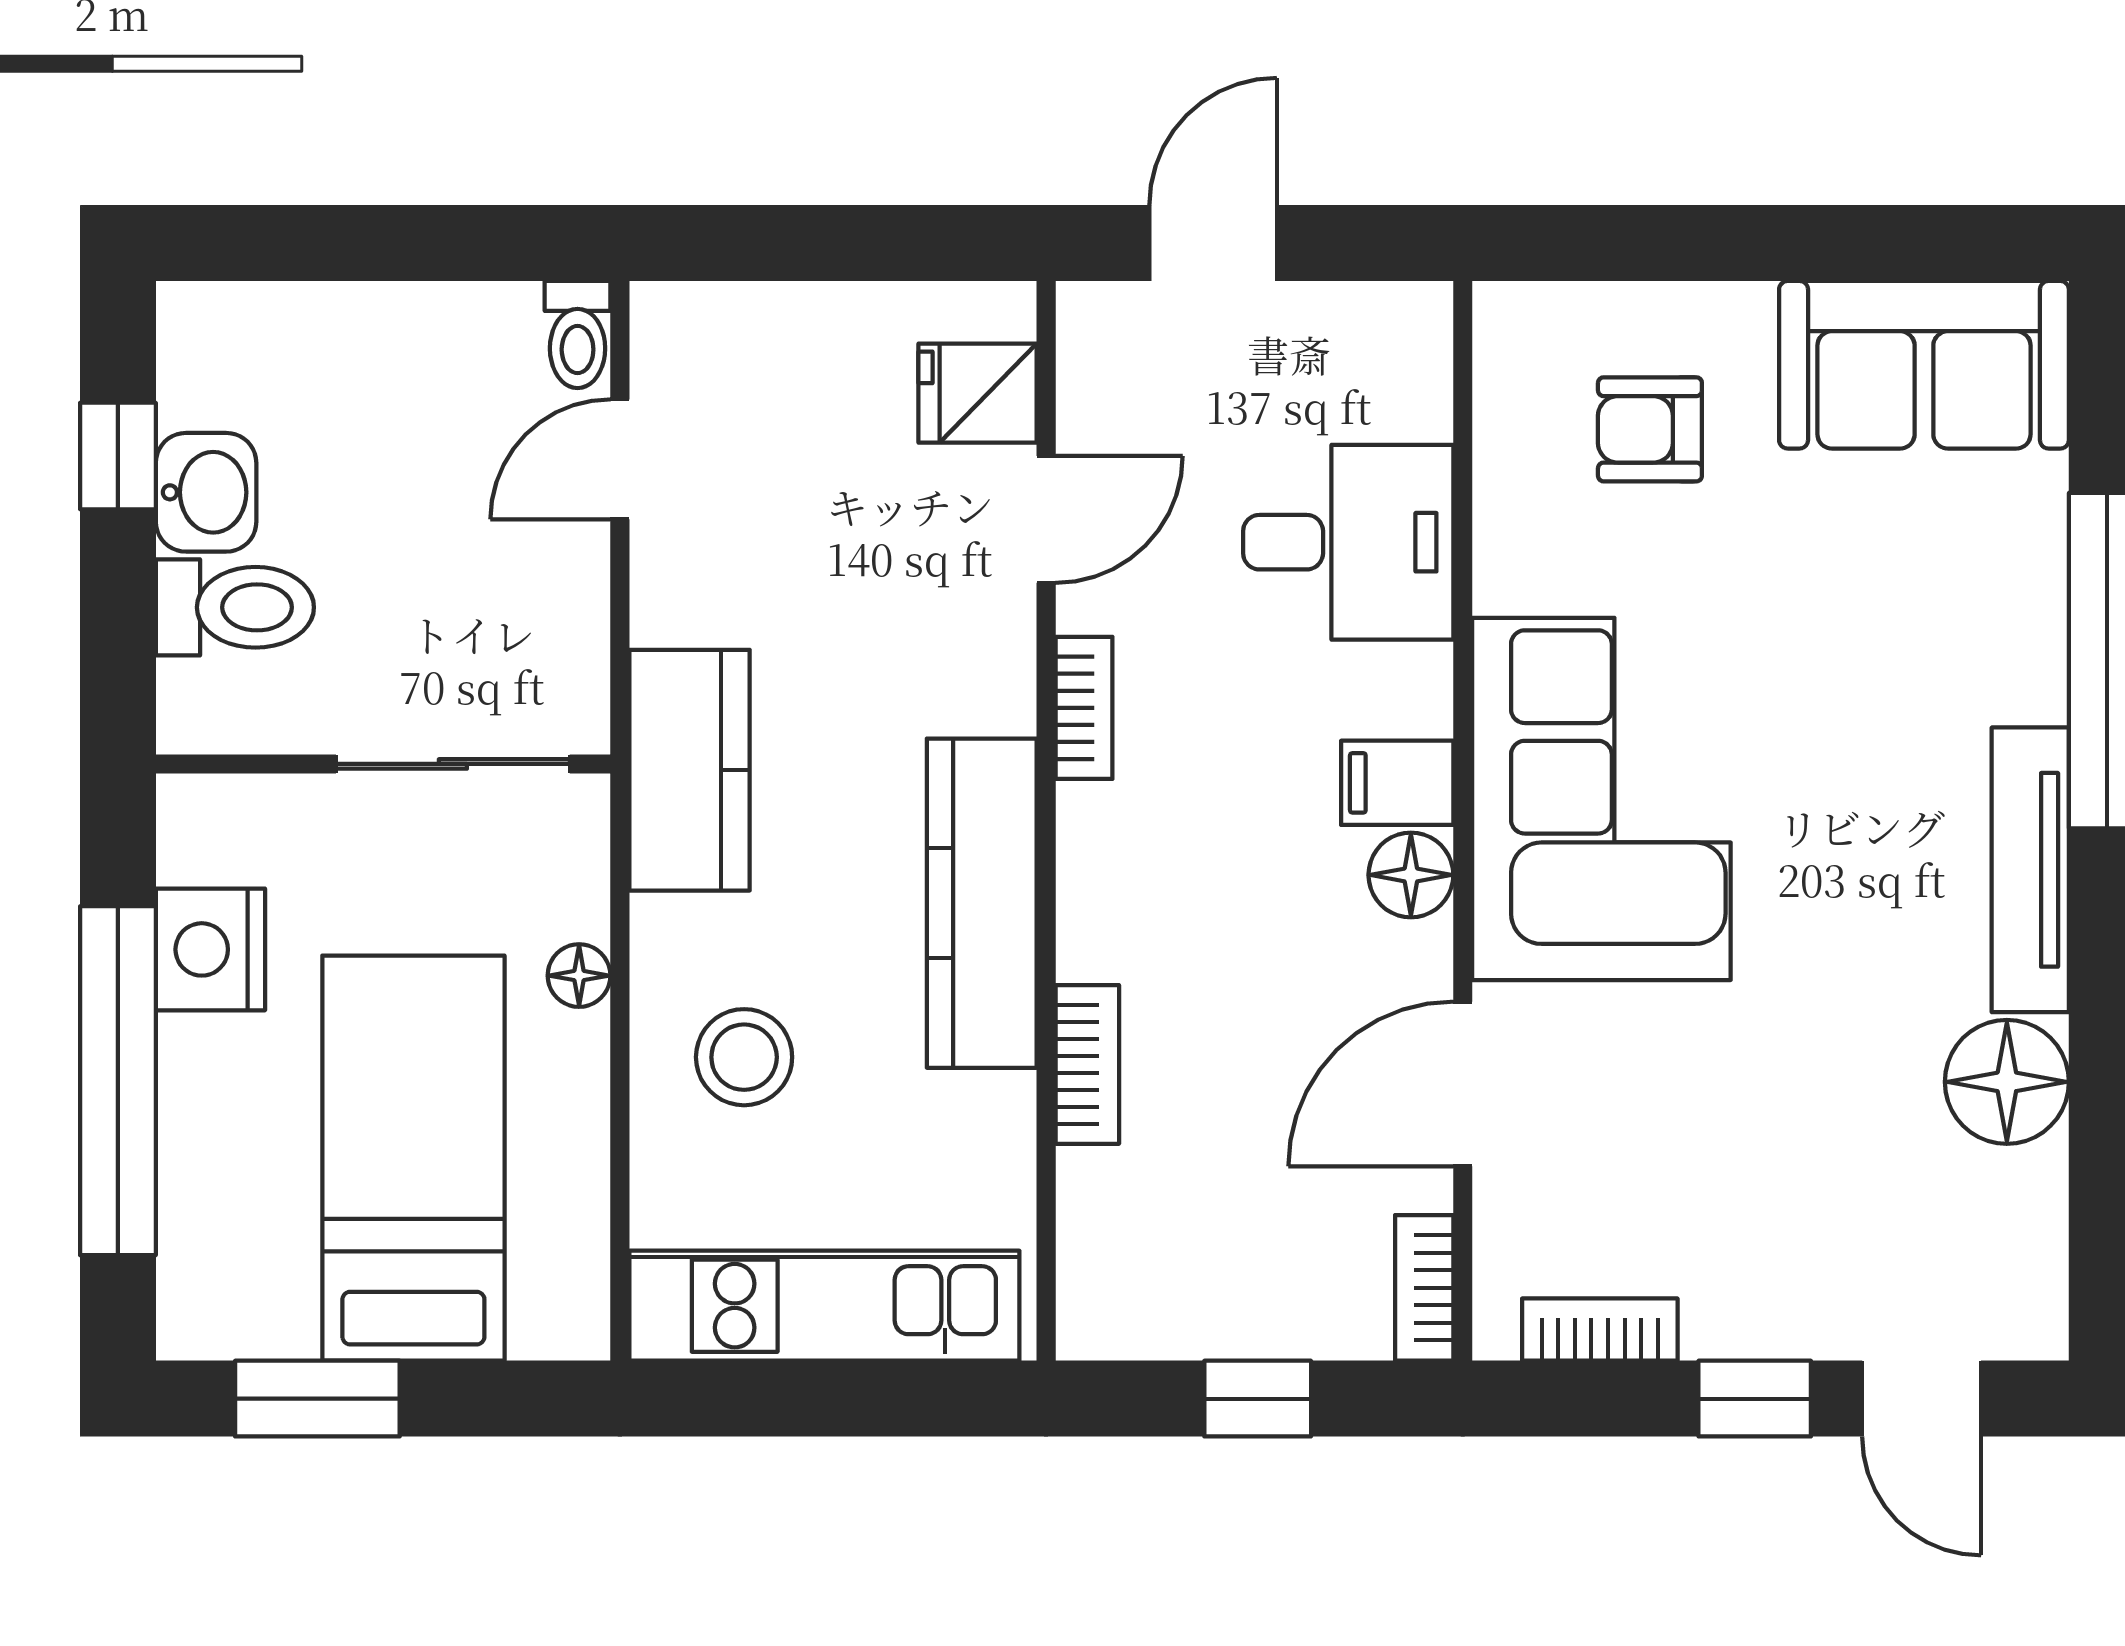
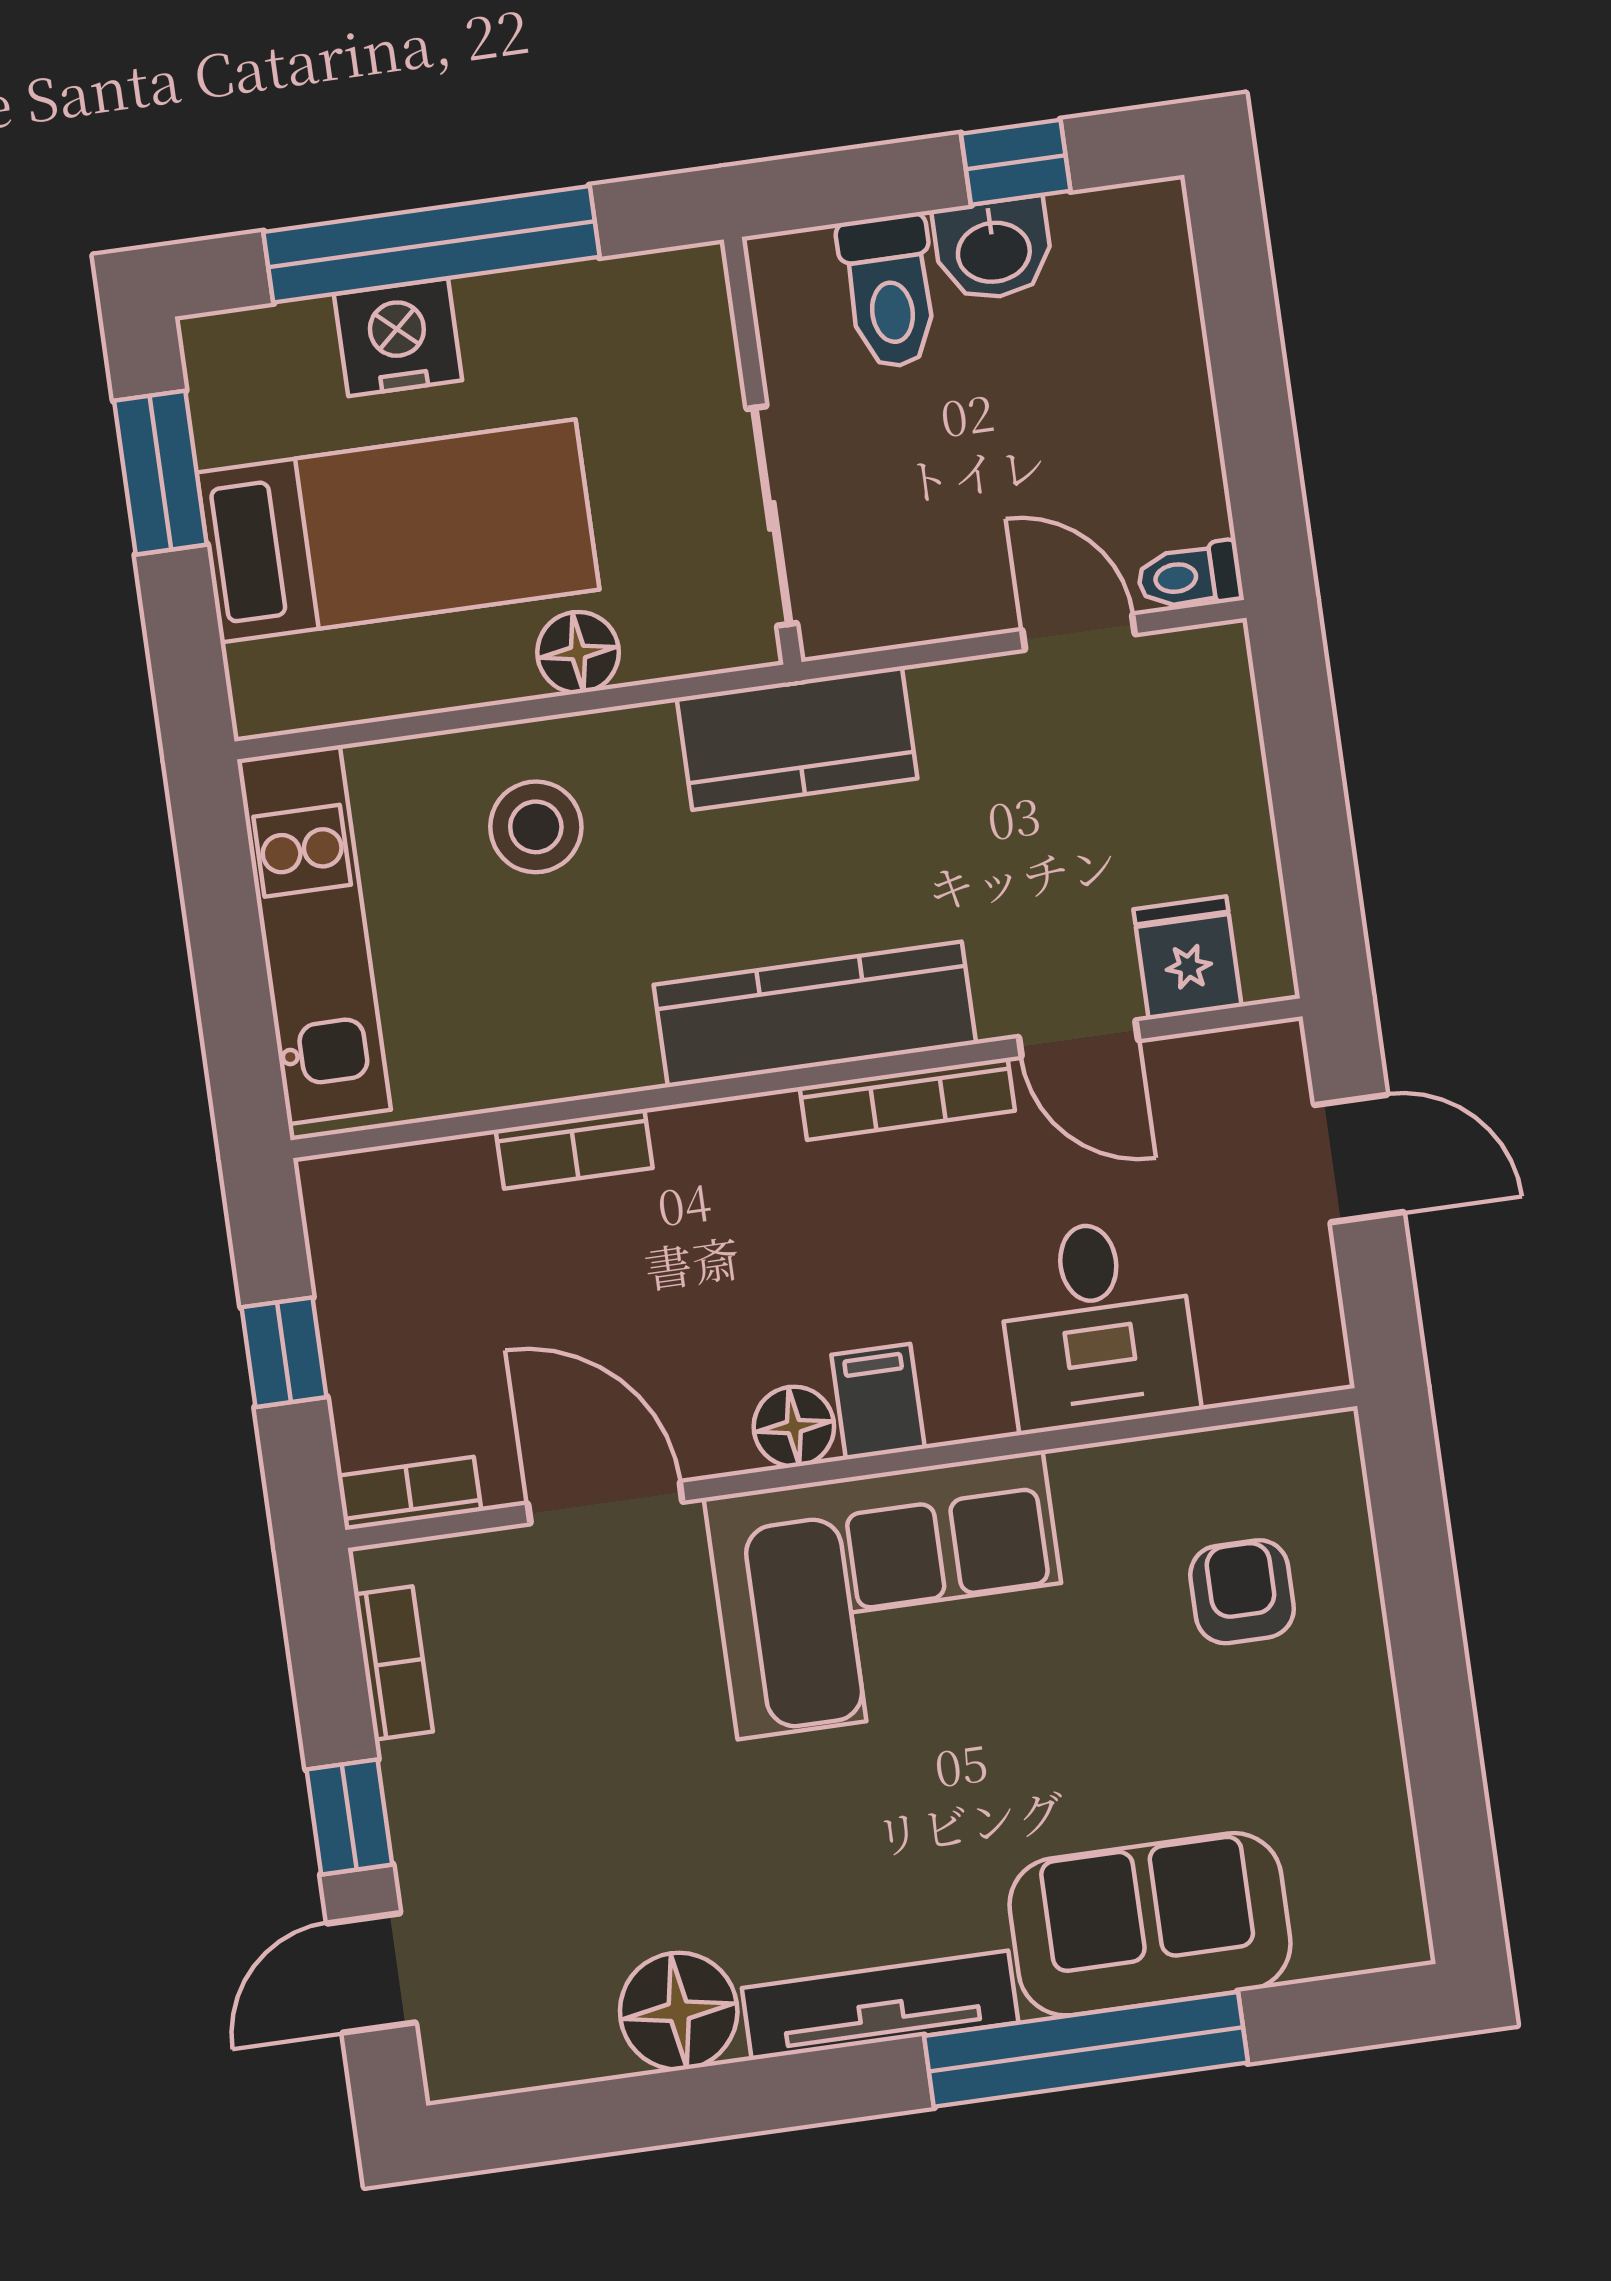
sofa: (1924, 365) -> (1150, 1924), moved, turned 90
bookcase: (1084, 708) -> (907, 1099), width x1.56
kitchen counter: (982, 903) -> (815, 1014), moved
nightstand: (210, 949) -> (398, 337), moved
floor lamp: (579, 976) -> (578, 652), width x1.37, depth x1.37

